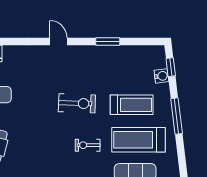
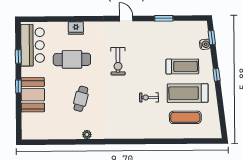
exercise bike: (77, 103) -> (118, 61), moved, turned 88
window: (177, 116) -> (217, 75), width x0.46

